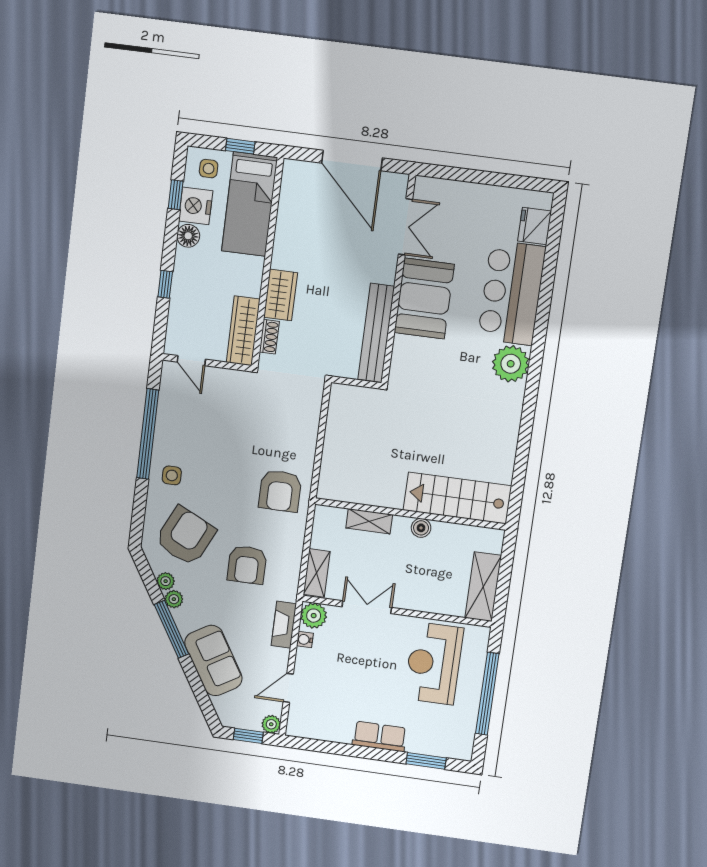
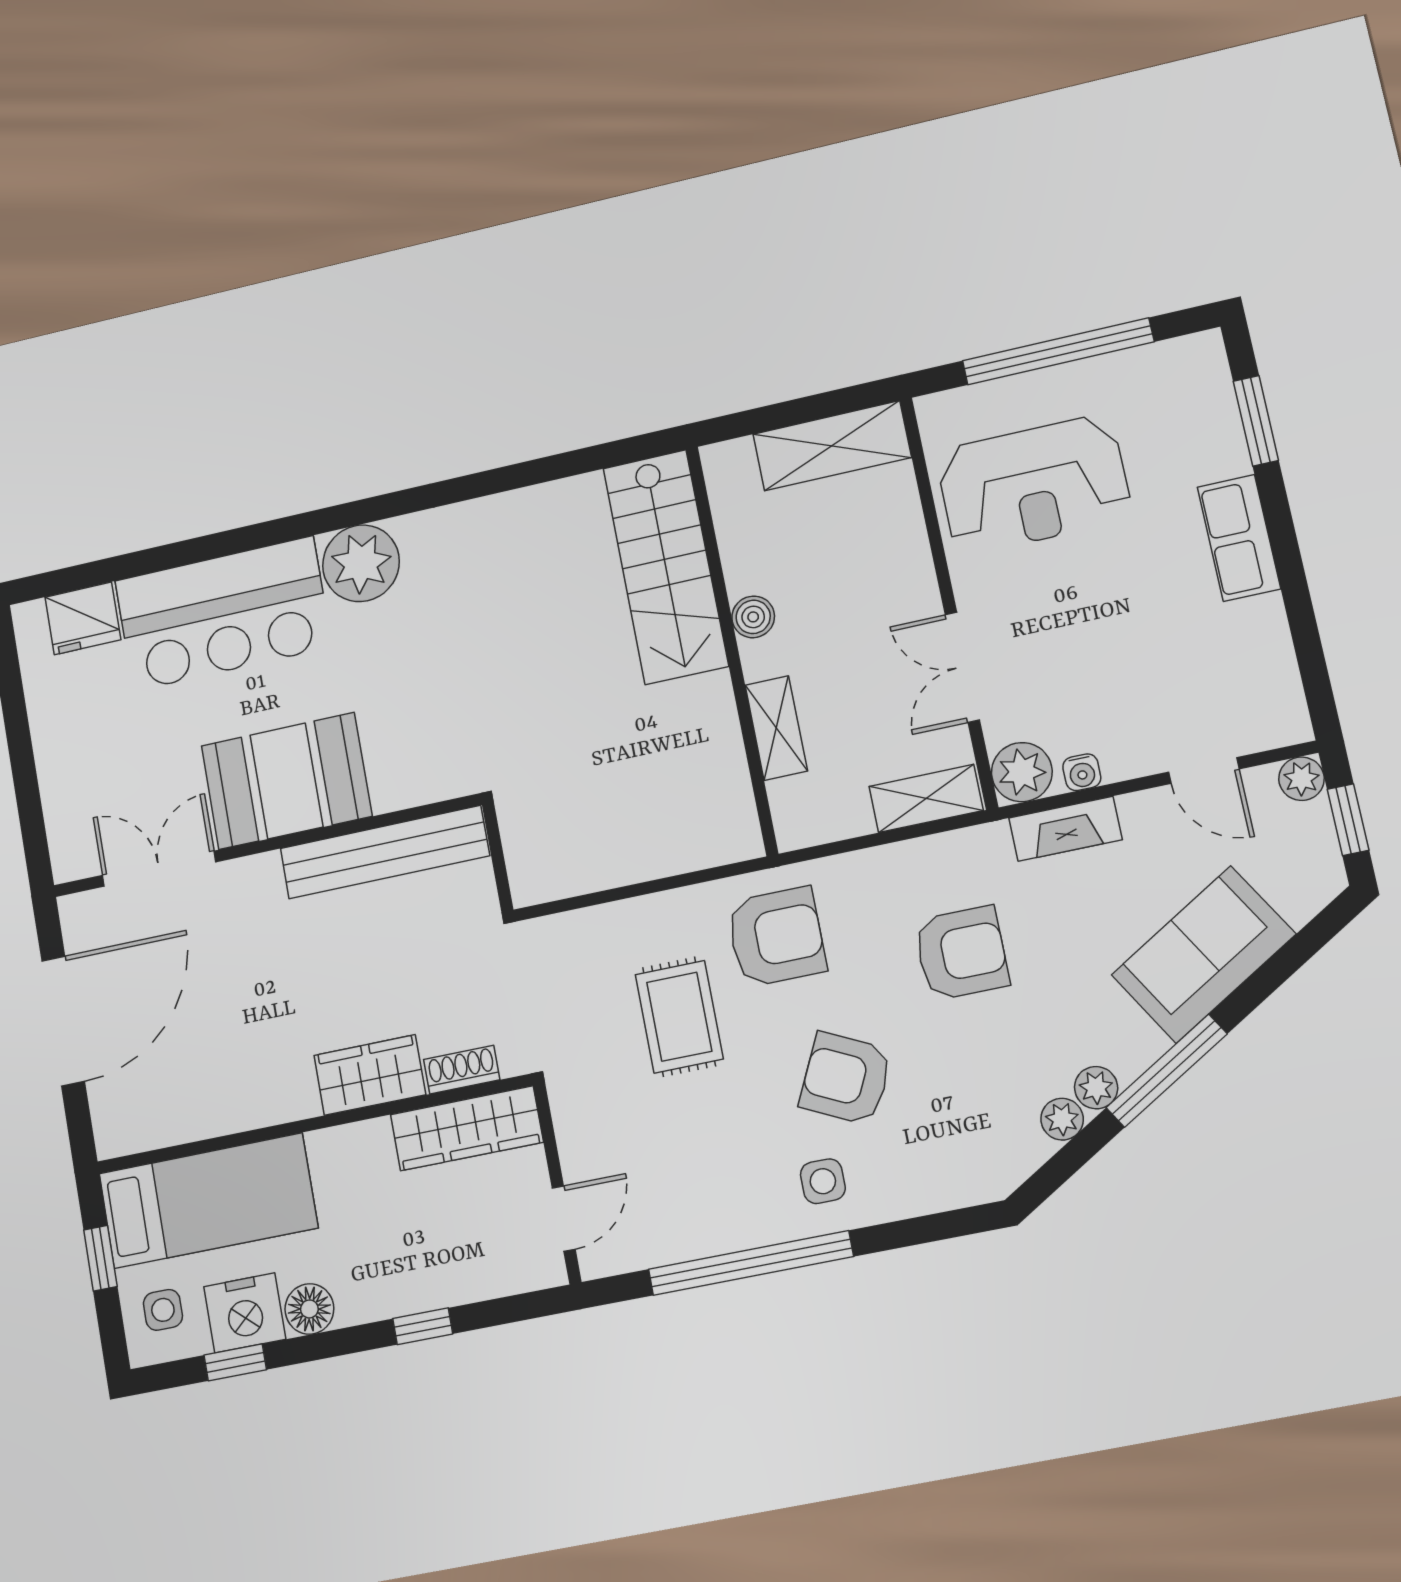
rug: (260, 438) -> (679, 1017), added
armchair: (185, 536) -> (846, 1079), moved, width x0.73, depth x0.73

